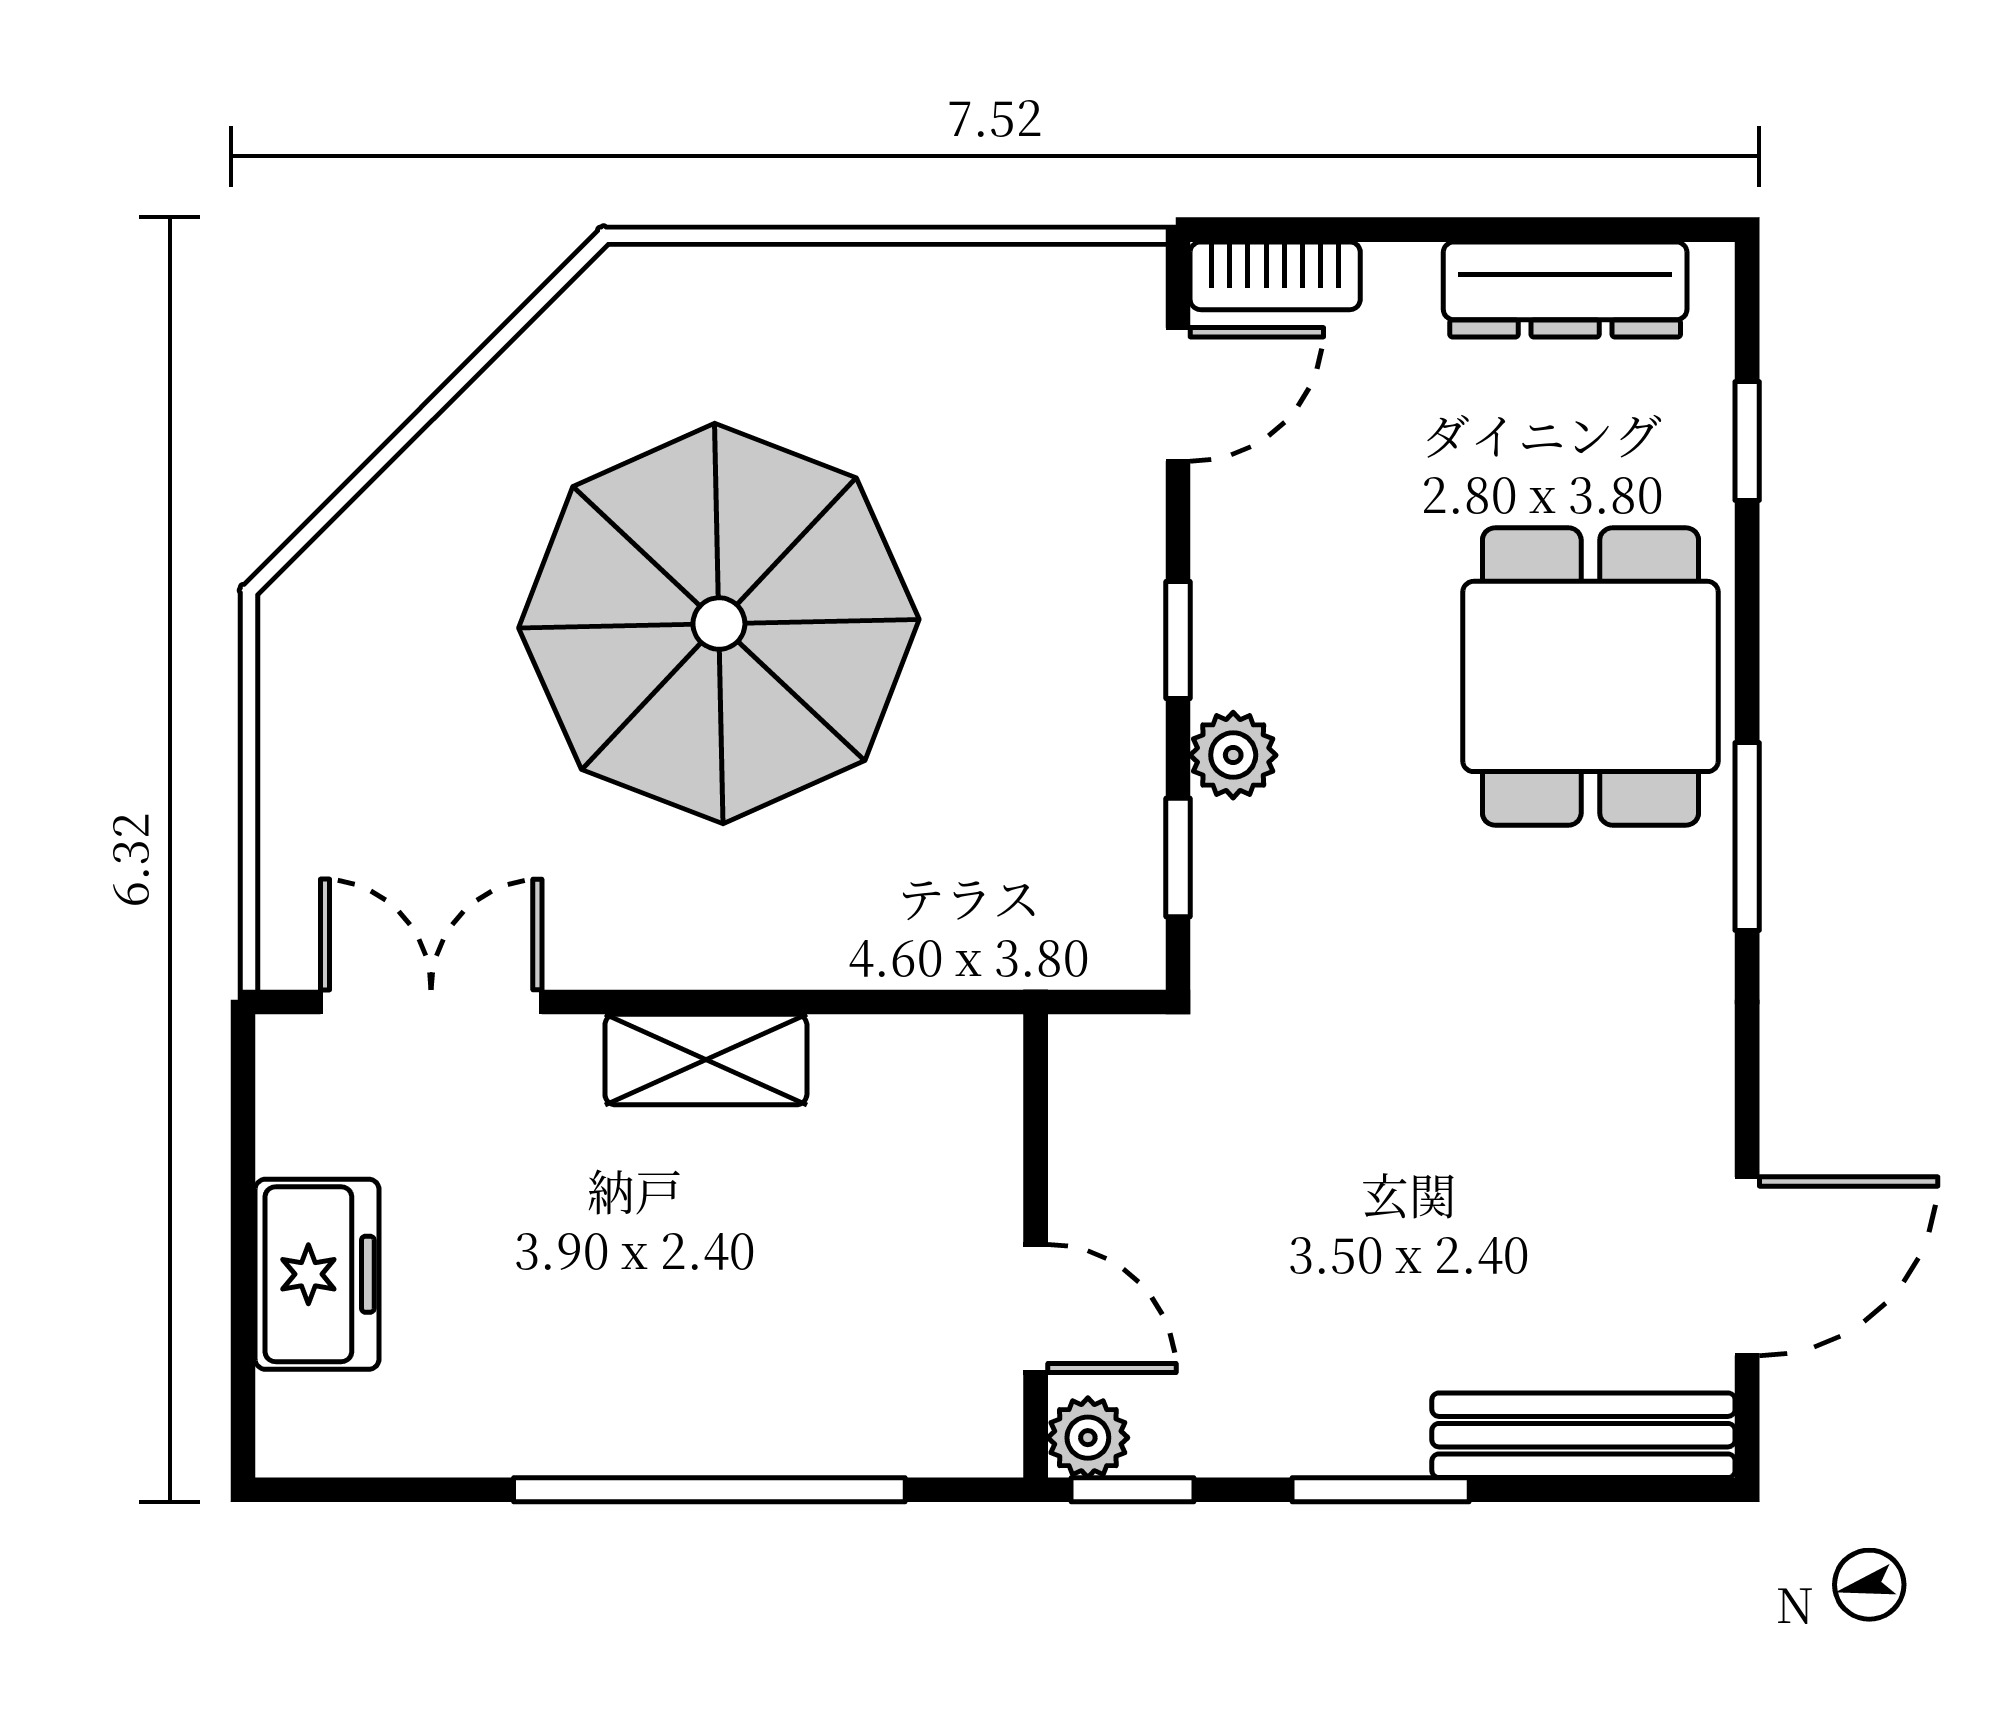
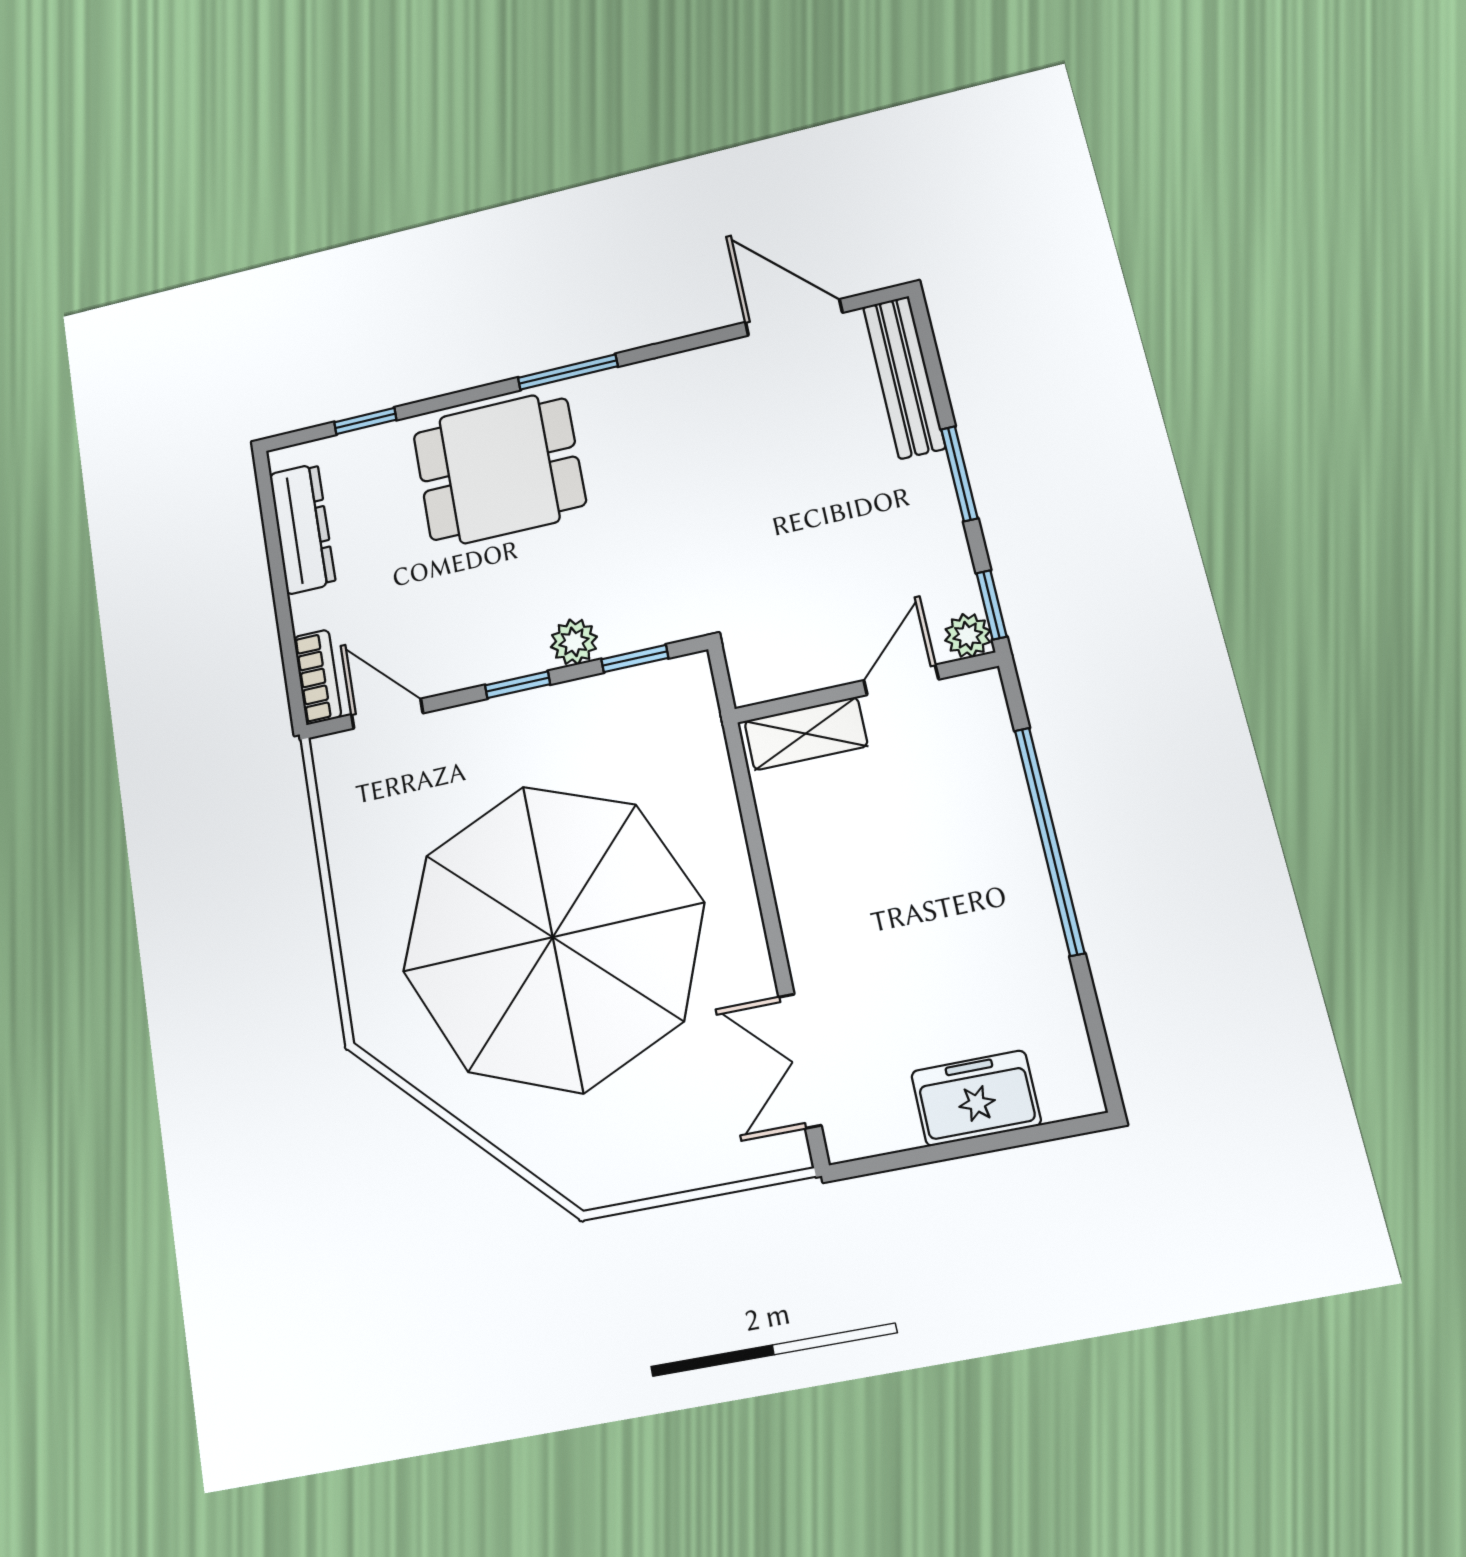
parasol: (719, 624) -> (553, 937), width x1.36, depth x1.36
shelving: (706, 1060) -> (806, 734), moved, turned 90

